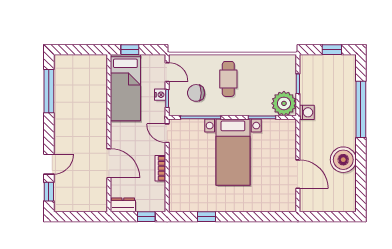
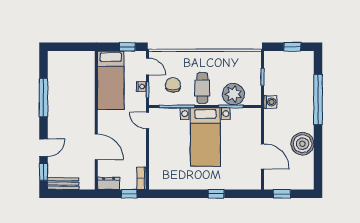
window: (130, 50) -> (127, 47), moved
cafe table: (228, 79) -> (202, 88), moved
window: (49, 91) -> (44, 98), moved
chair: (196, 93) -> (173, 85), turned 90
plant: (284, 103) -> (233, 94), moved
bookcase: (160, 168) -> (142, 178), moved
bench: (71, 205) -> (63, 184), added
window: (206, 217) -> (216, 194), moved
window: (320, 217) -> (282, 194), added

